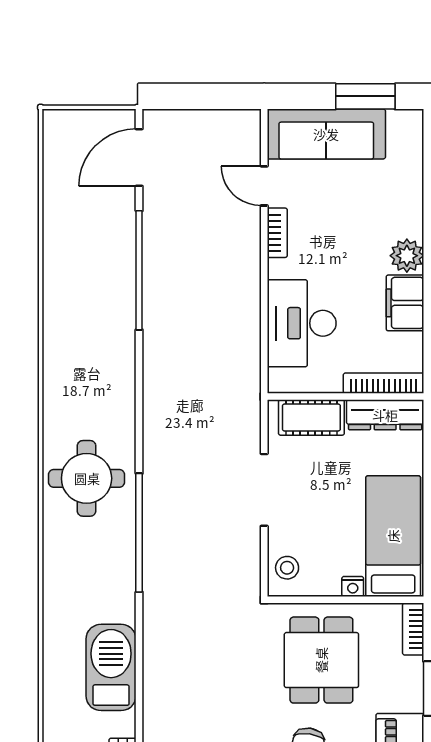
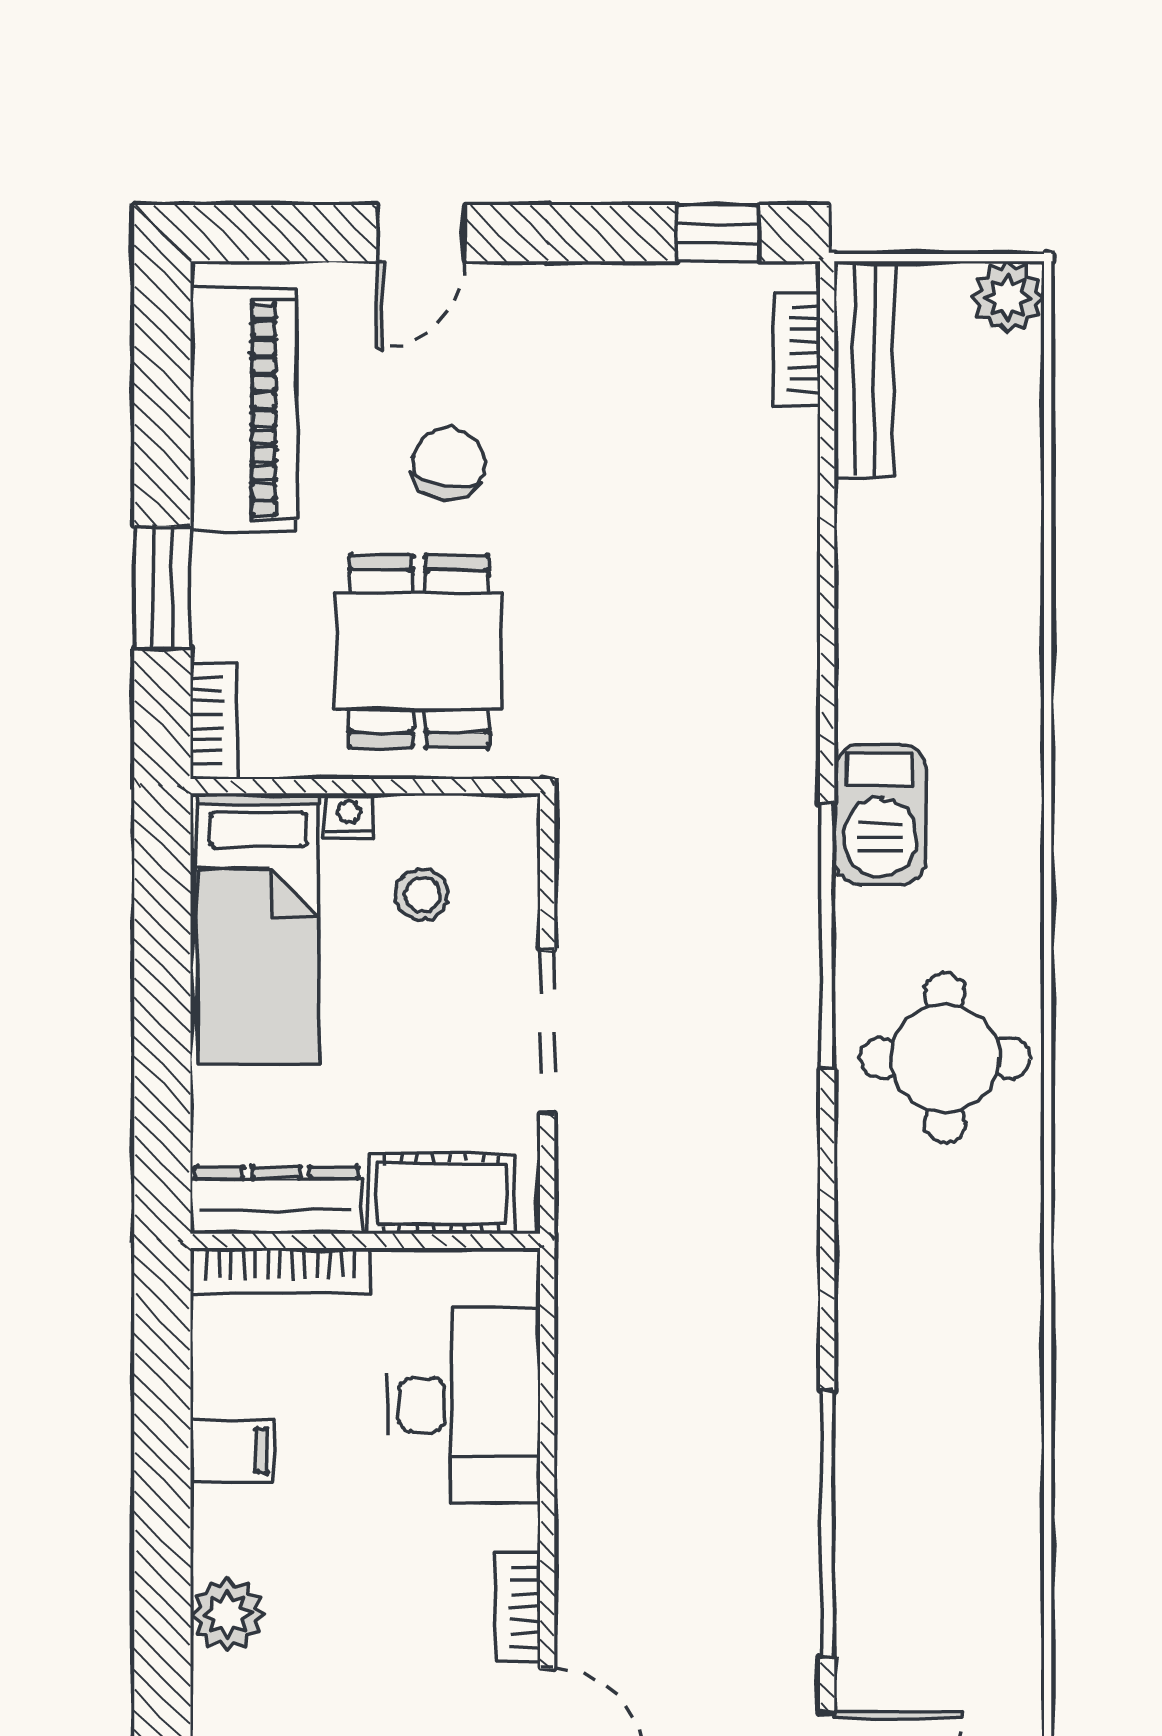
plant: (407, 256) -> (228, 1614), moved
filing cabinet: (405, 303) -> (232, 1450), width x0.50
stool: (287, 568) -> (422, 895), moved
barbecue: (111, 667) -> (880, 815), moved, width x0.73, depth x0.83

